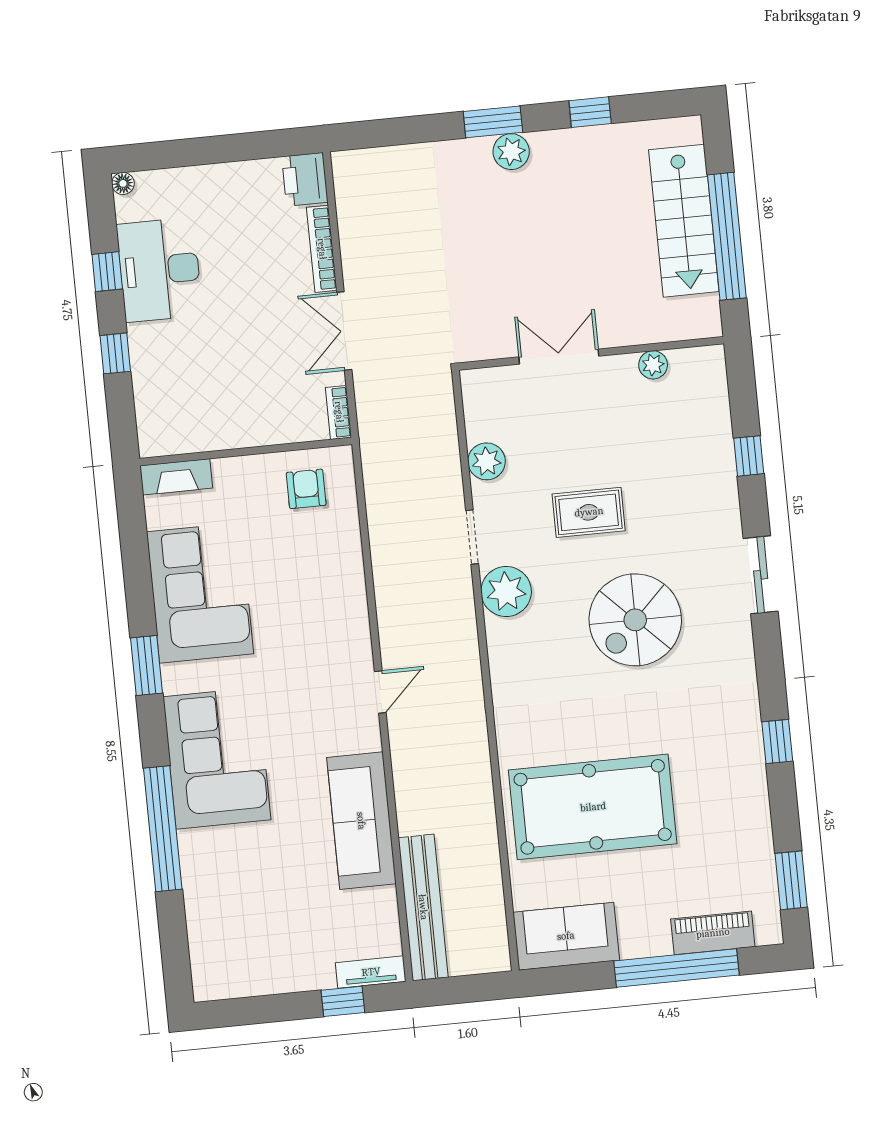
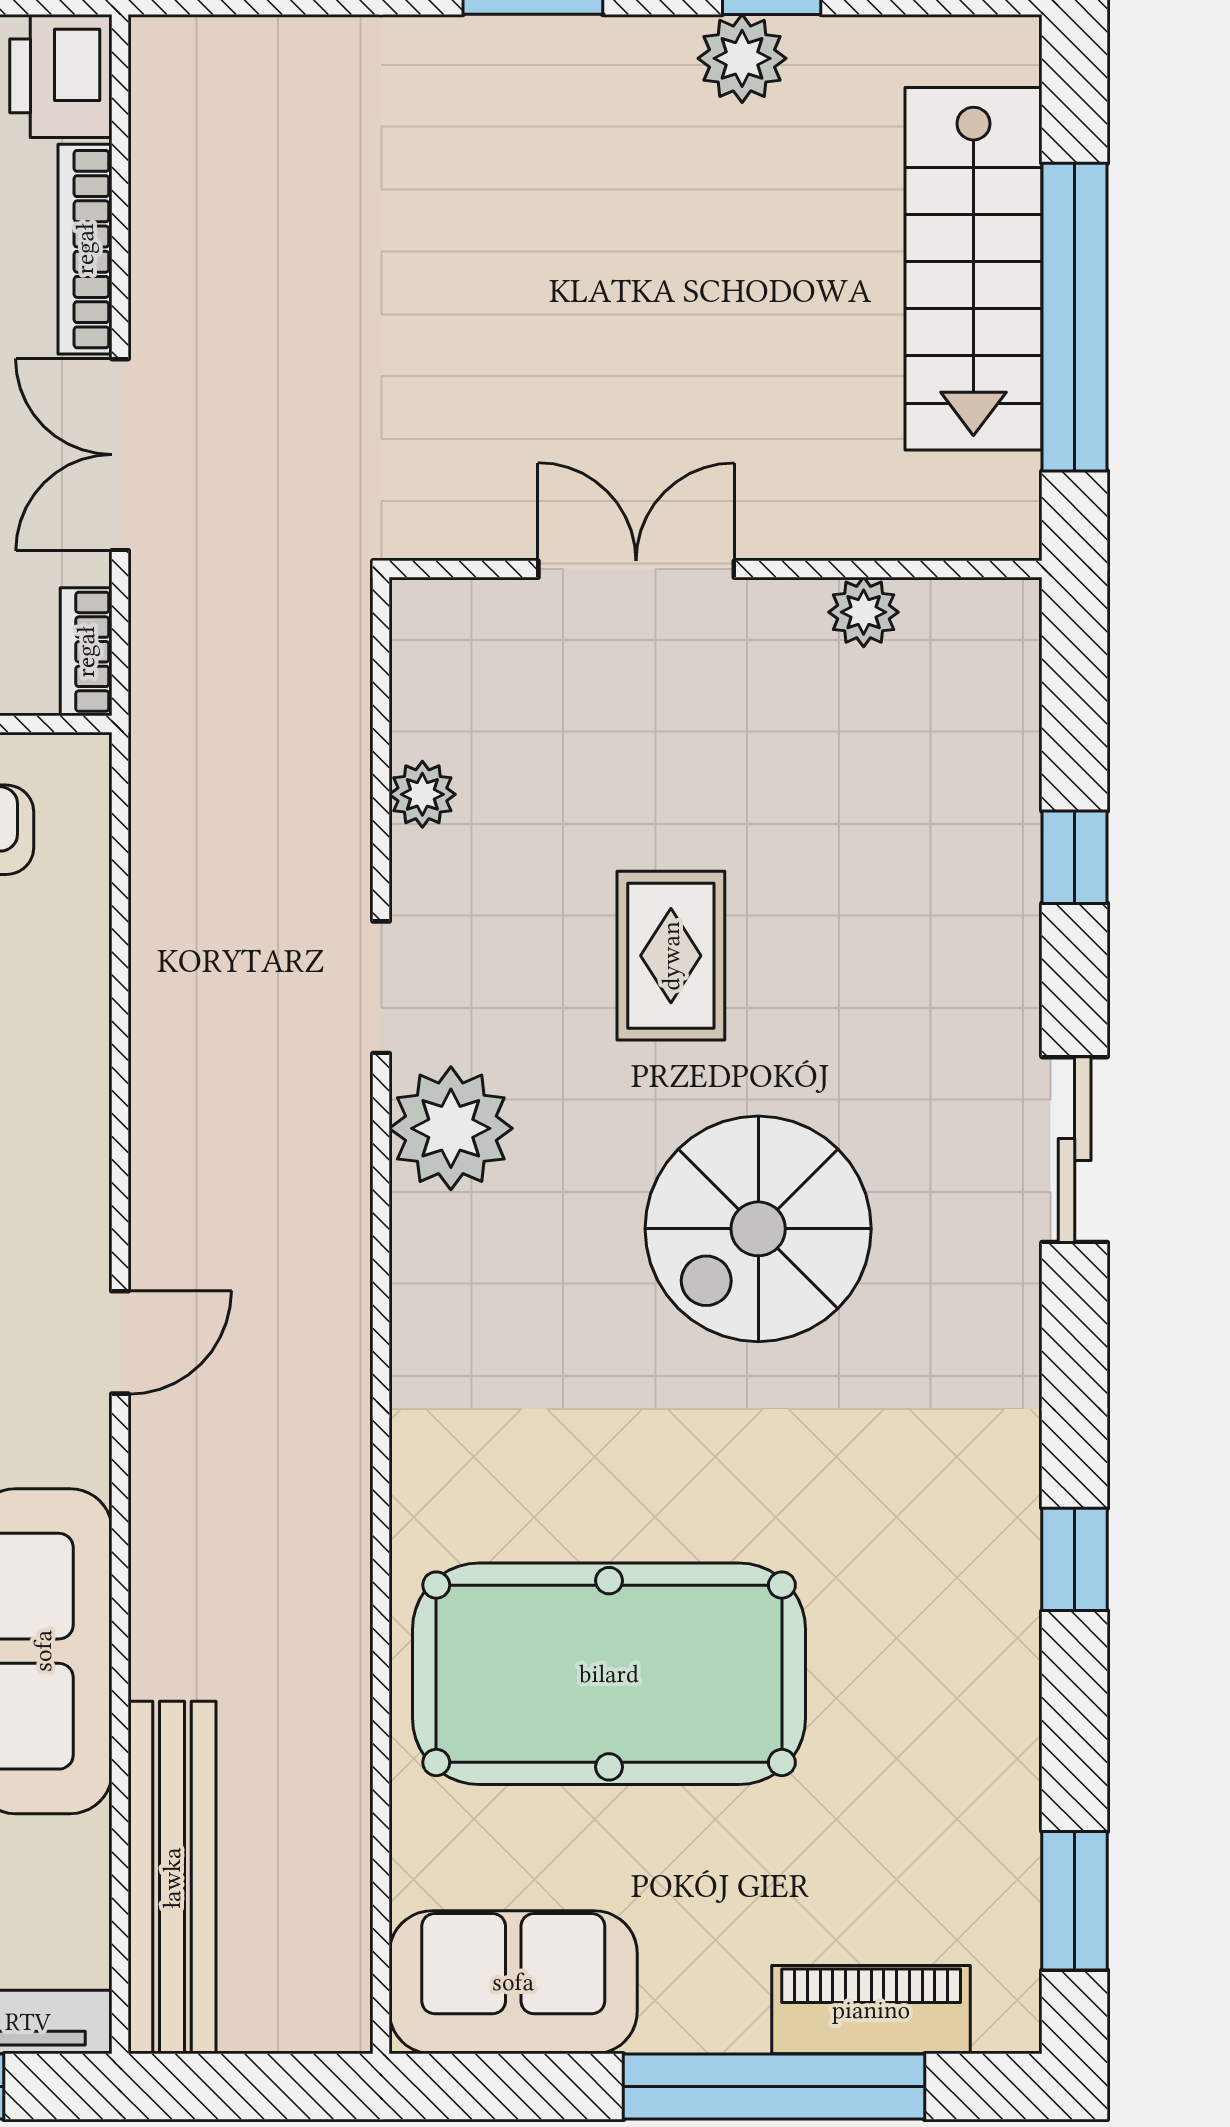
plant: (511, 152) -> (742, 58), moved
plant: (487, 461) -> (422, 794), width x0.73, depth x0.73
rug: (589, 512) -> (671, 956), turned 90

